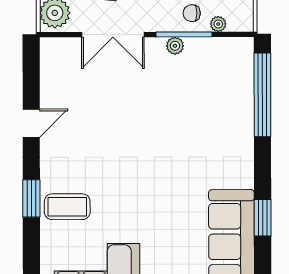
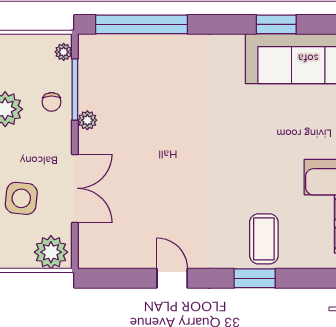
plant: (218, 24) -> (64, 52), moved
window: (184, 34) -> (75, 90), moved

